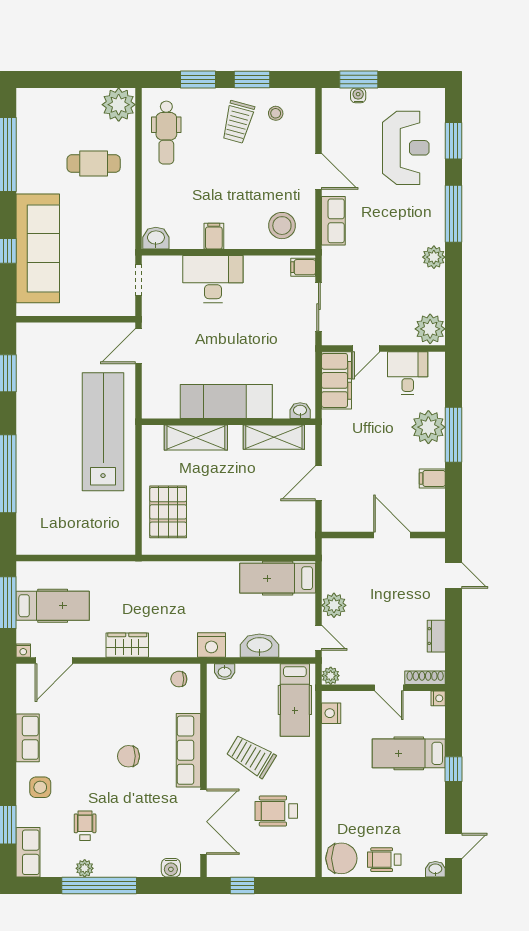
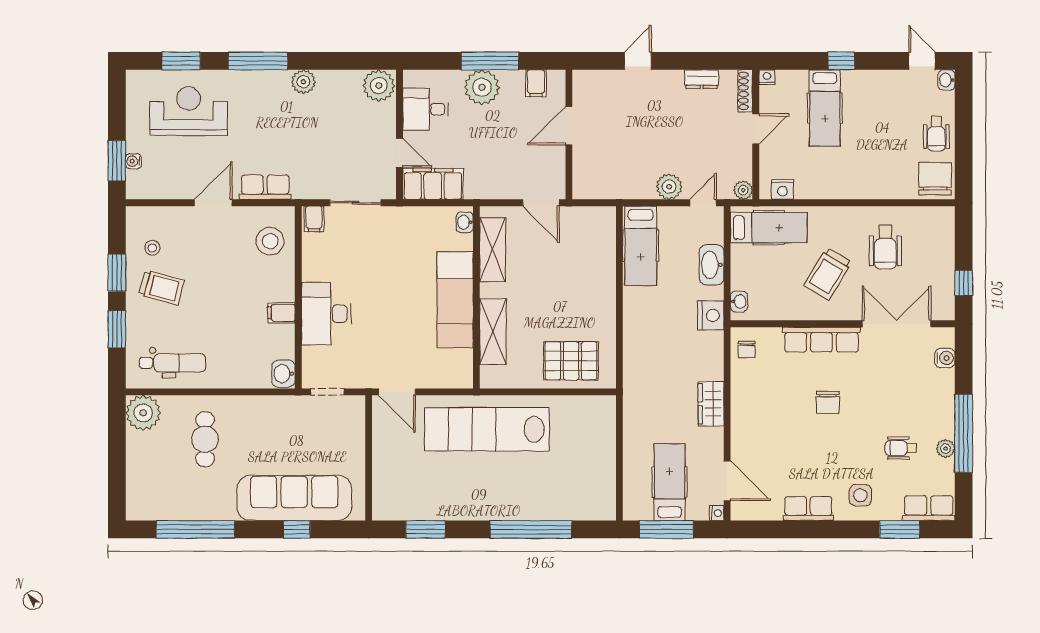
wall: (383, 535) -> (569, 135), moved
door: (392, 535) -> (569, 126), moved

